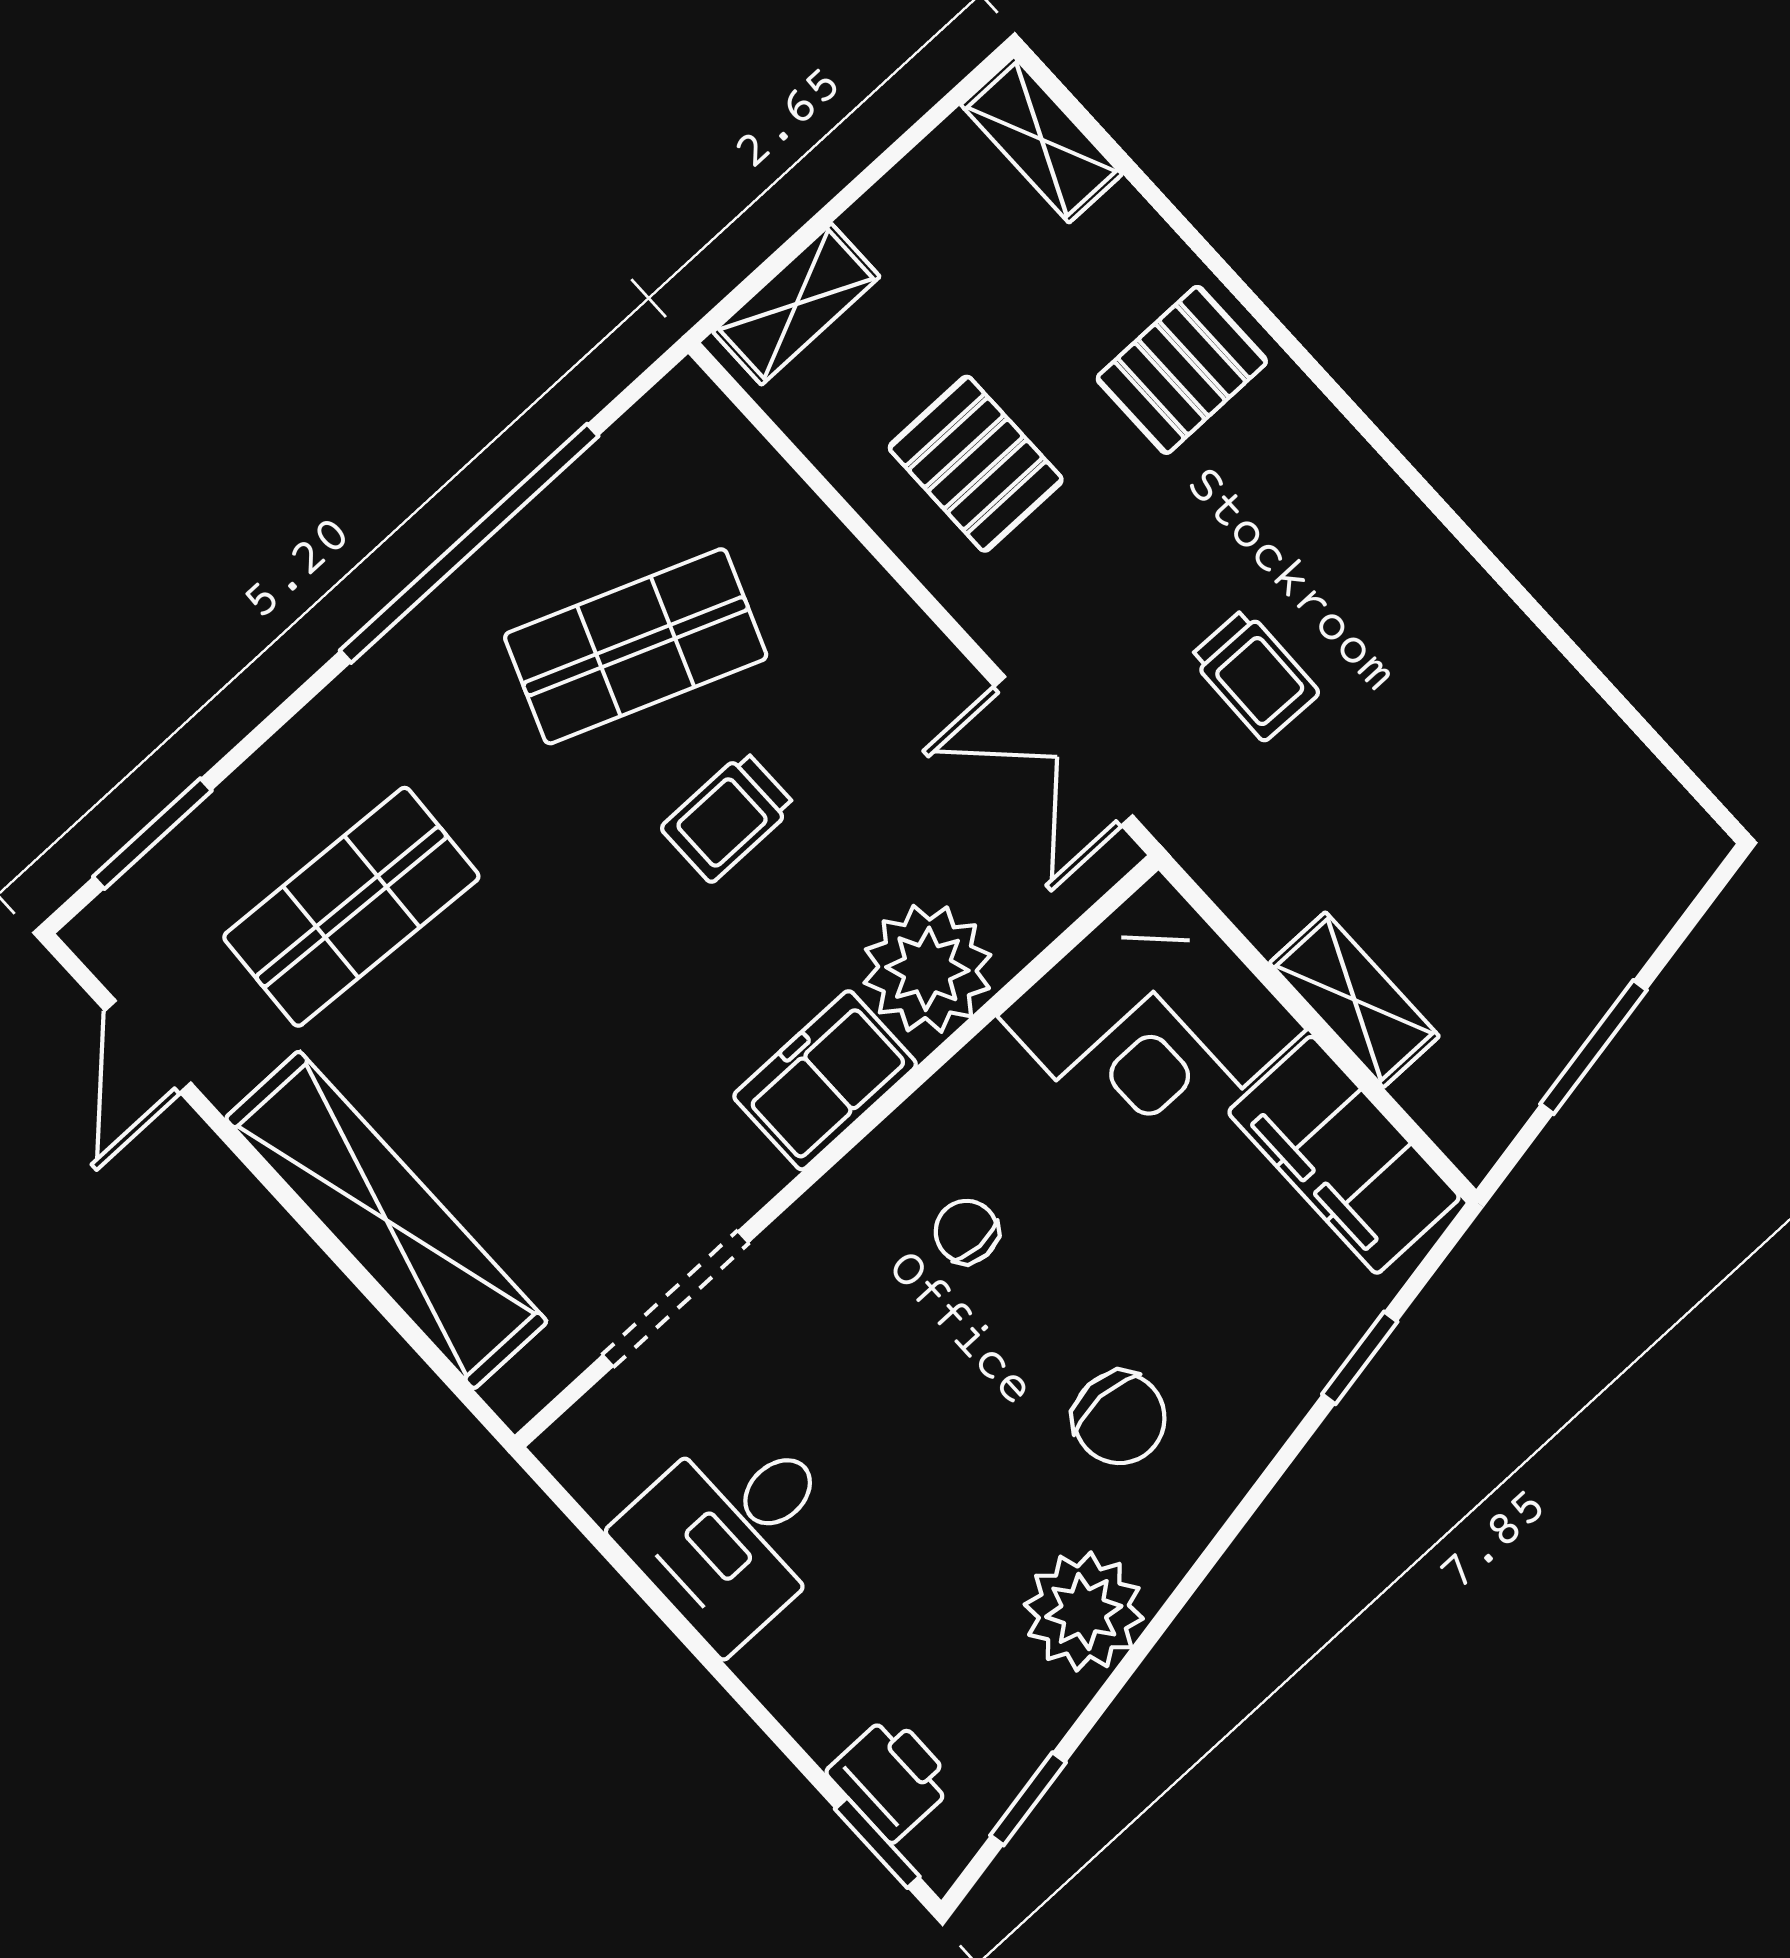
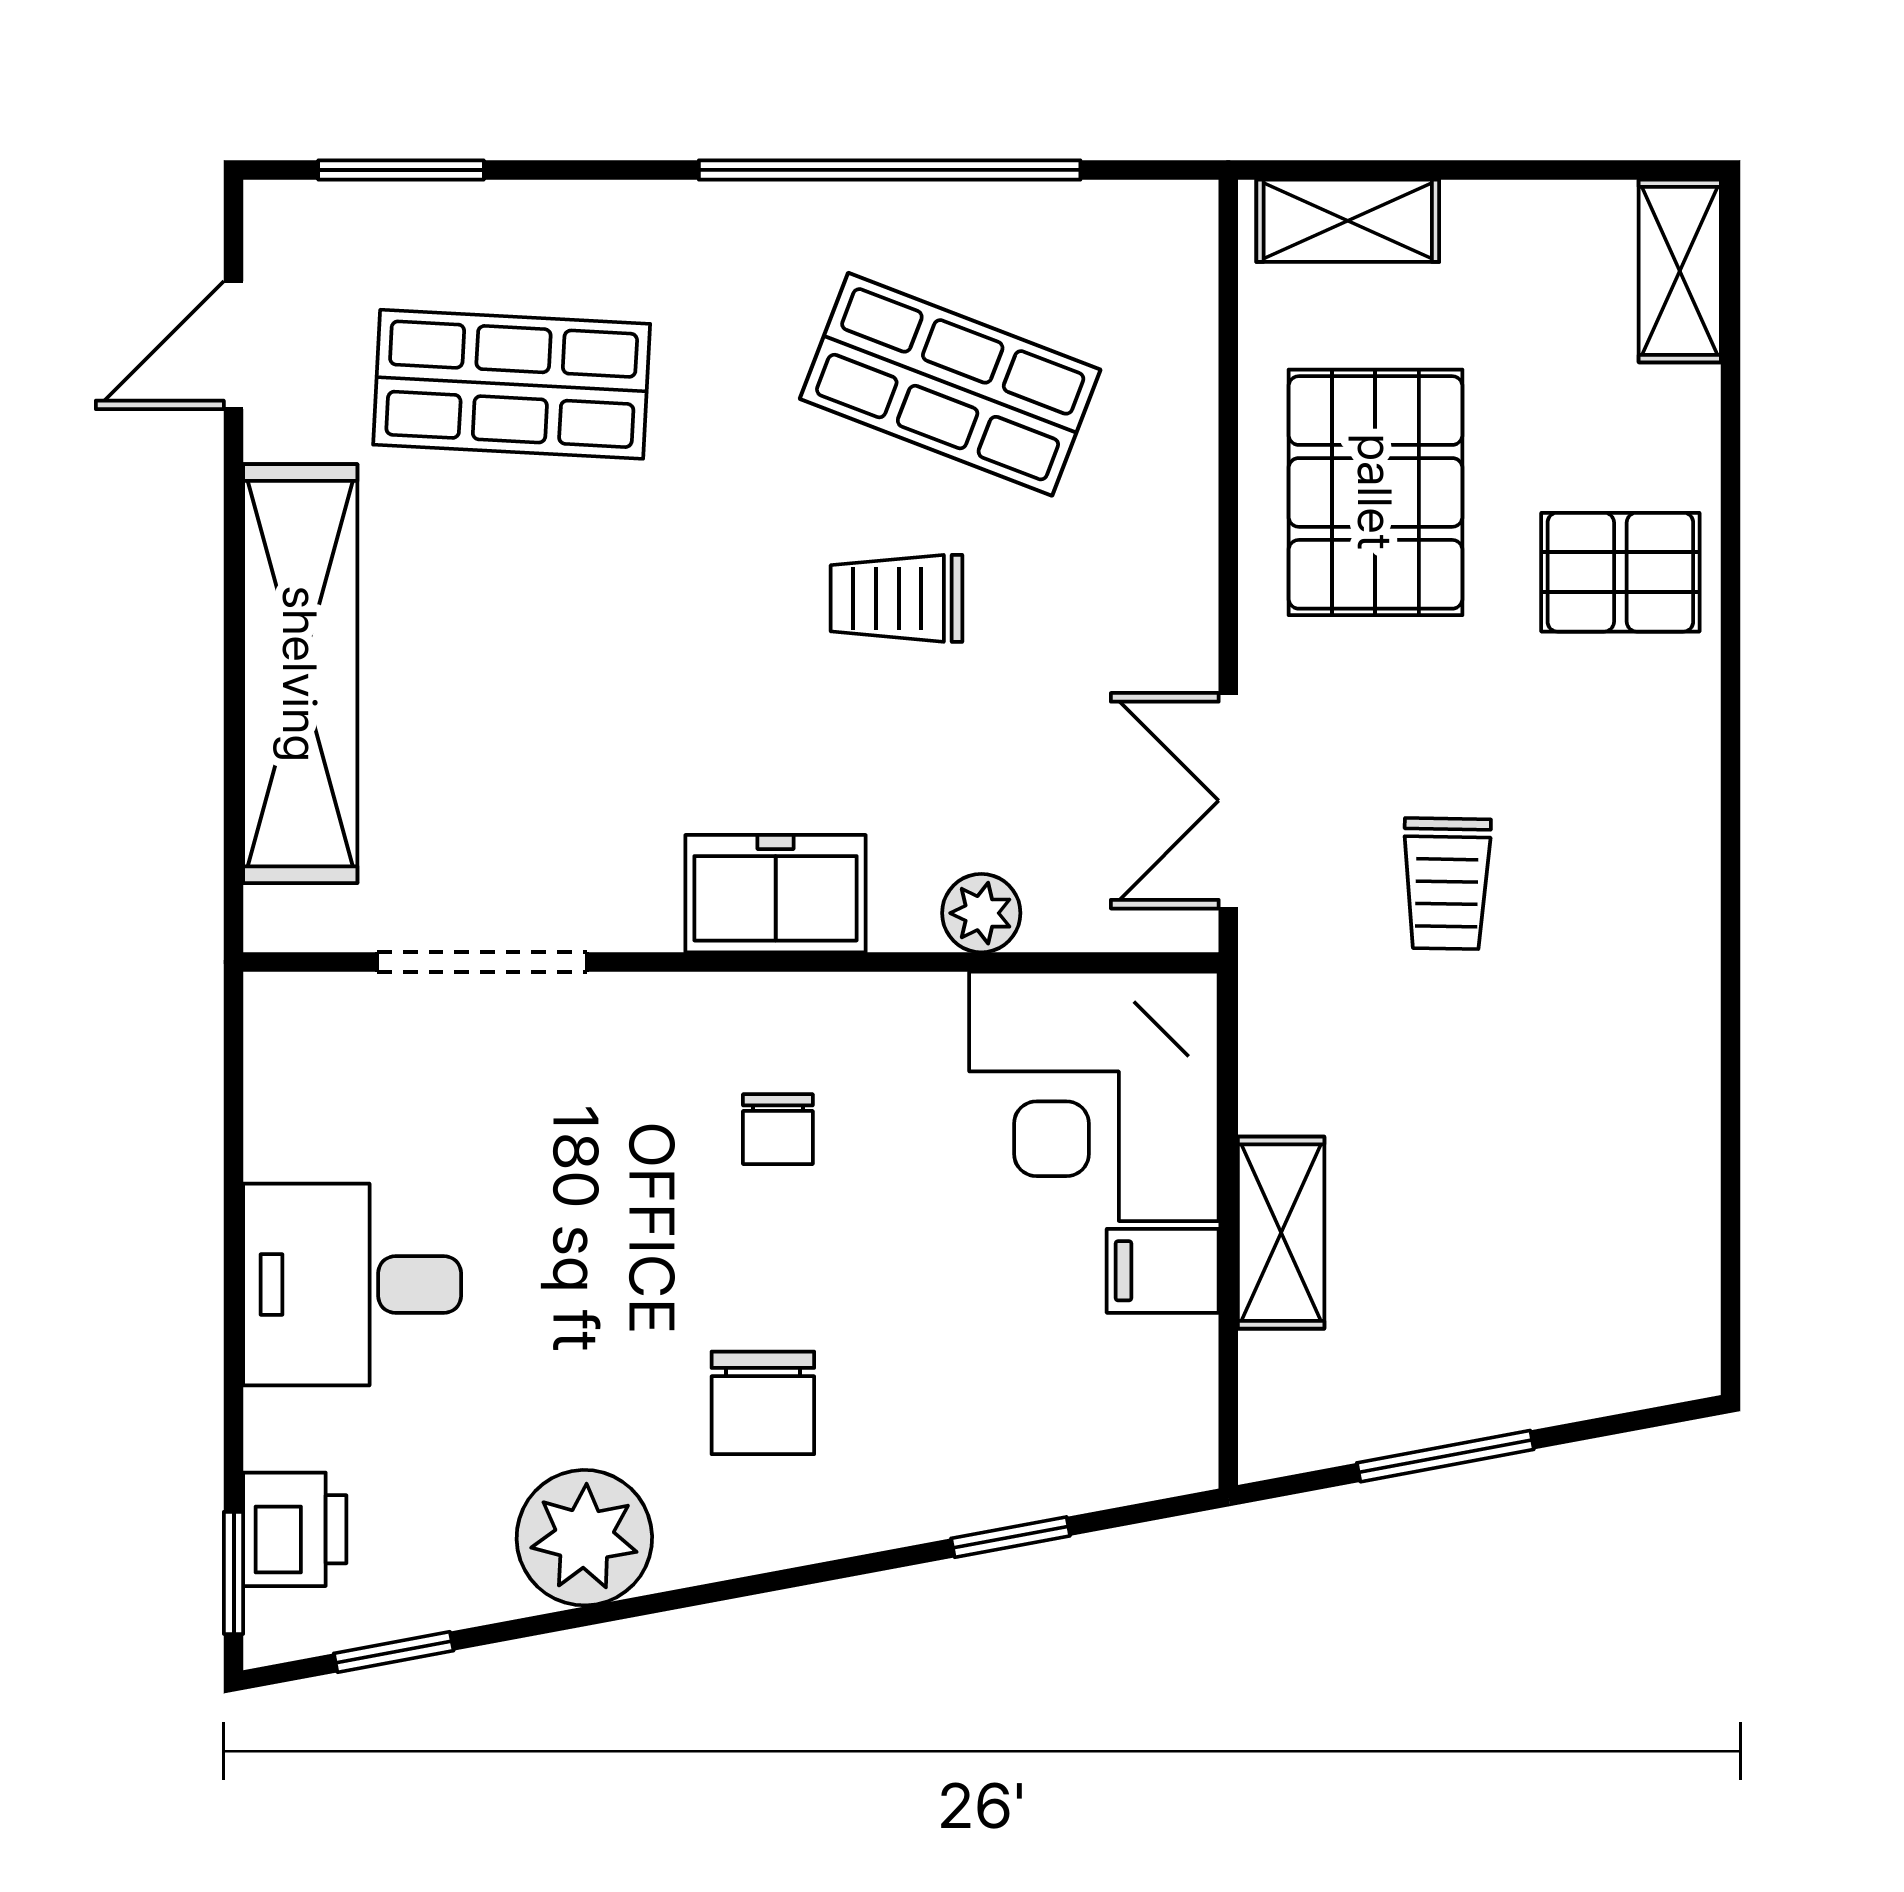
pallet: (976, 464) -> (1375, 492), width x1.50, depth x1.42
plant: (927, 969) -> (981, 913), width x0.53, depth x0.53
filing cabinet: (1344, 1155) -> (1163, 1271), width x0.33, depth x0.86
chair: (967, 1232) -> (778, 1129), turned 180
desk: (734, 1532) -> (352, 1285), moved

